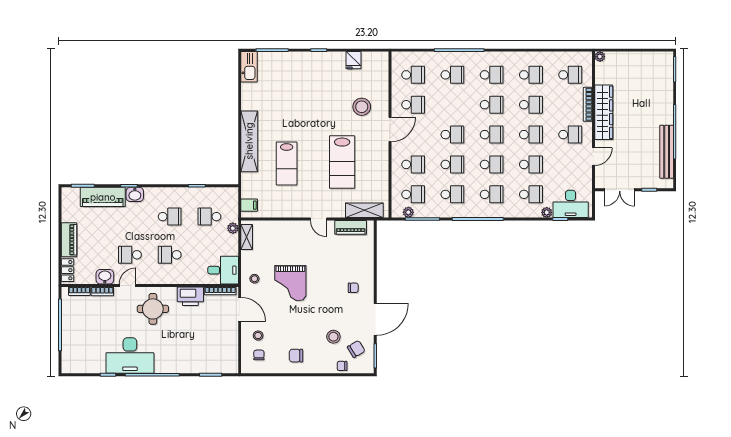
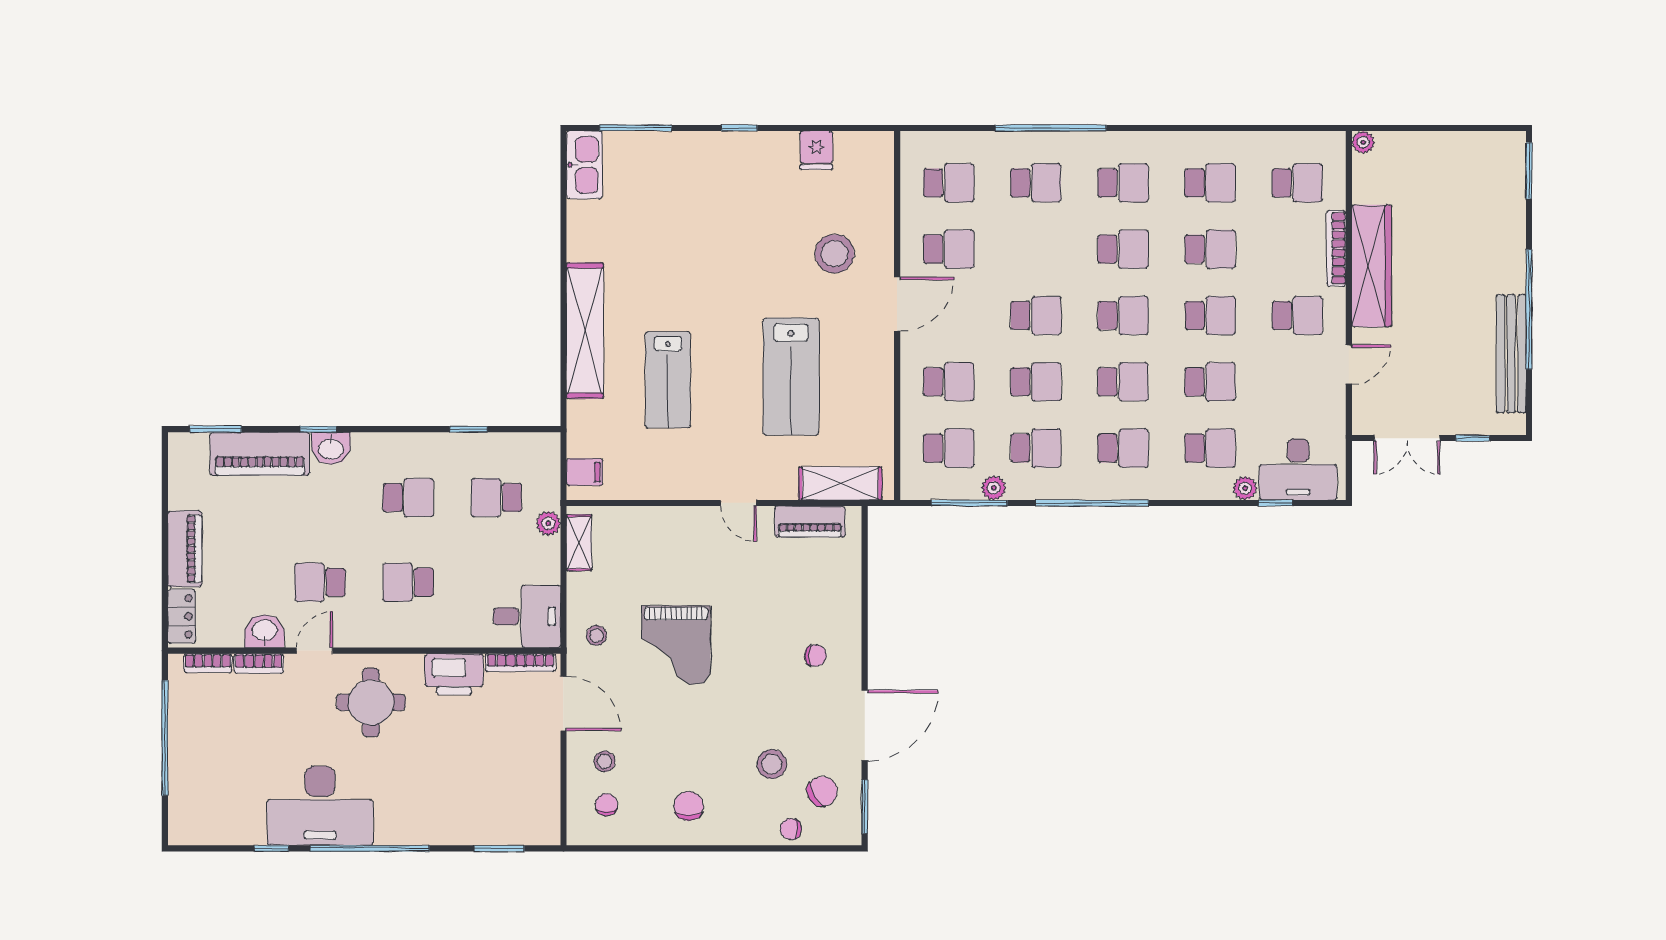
plant: (408, 212) -> (994, 488), moved
chair: (296, 356) -> (689, 806), turned 90

